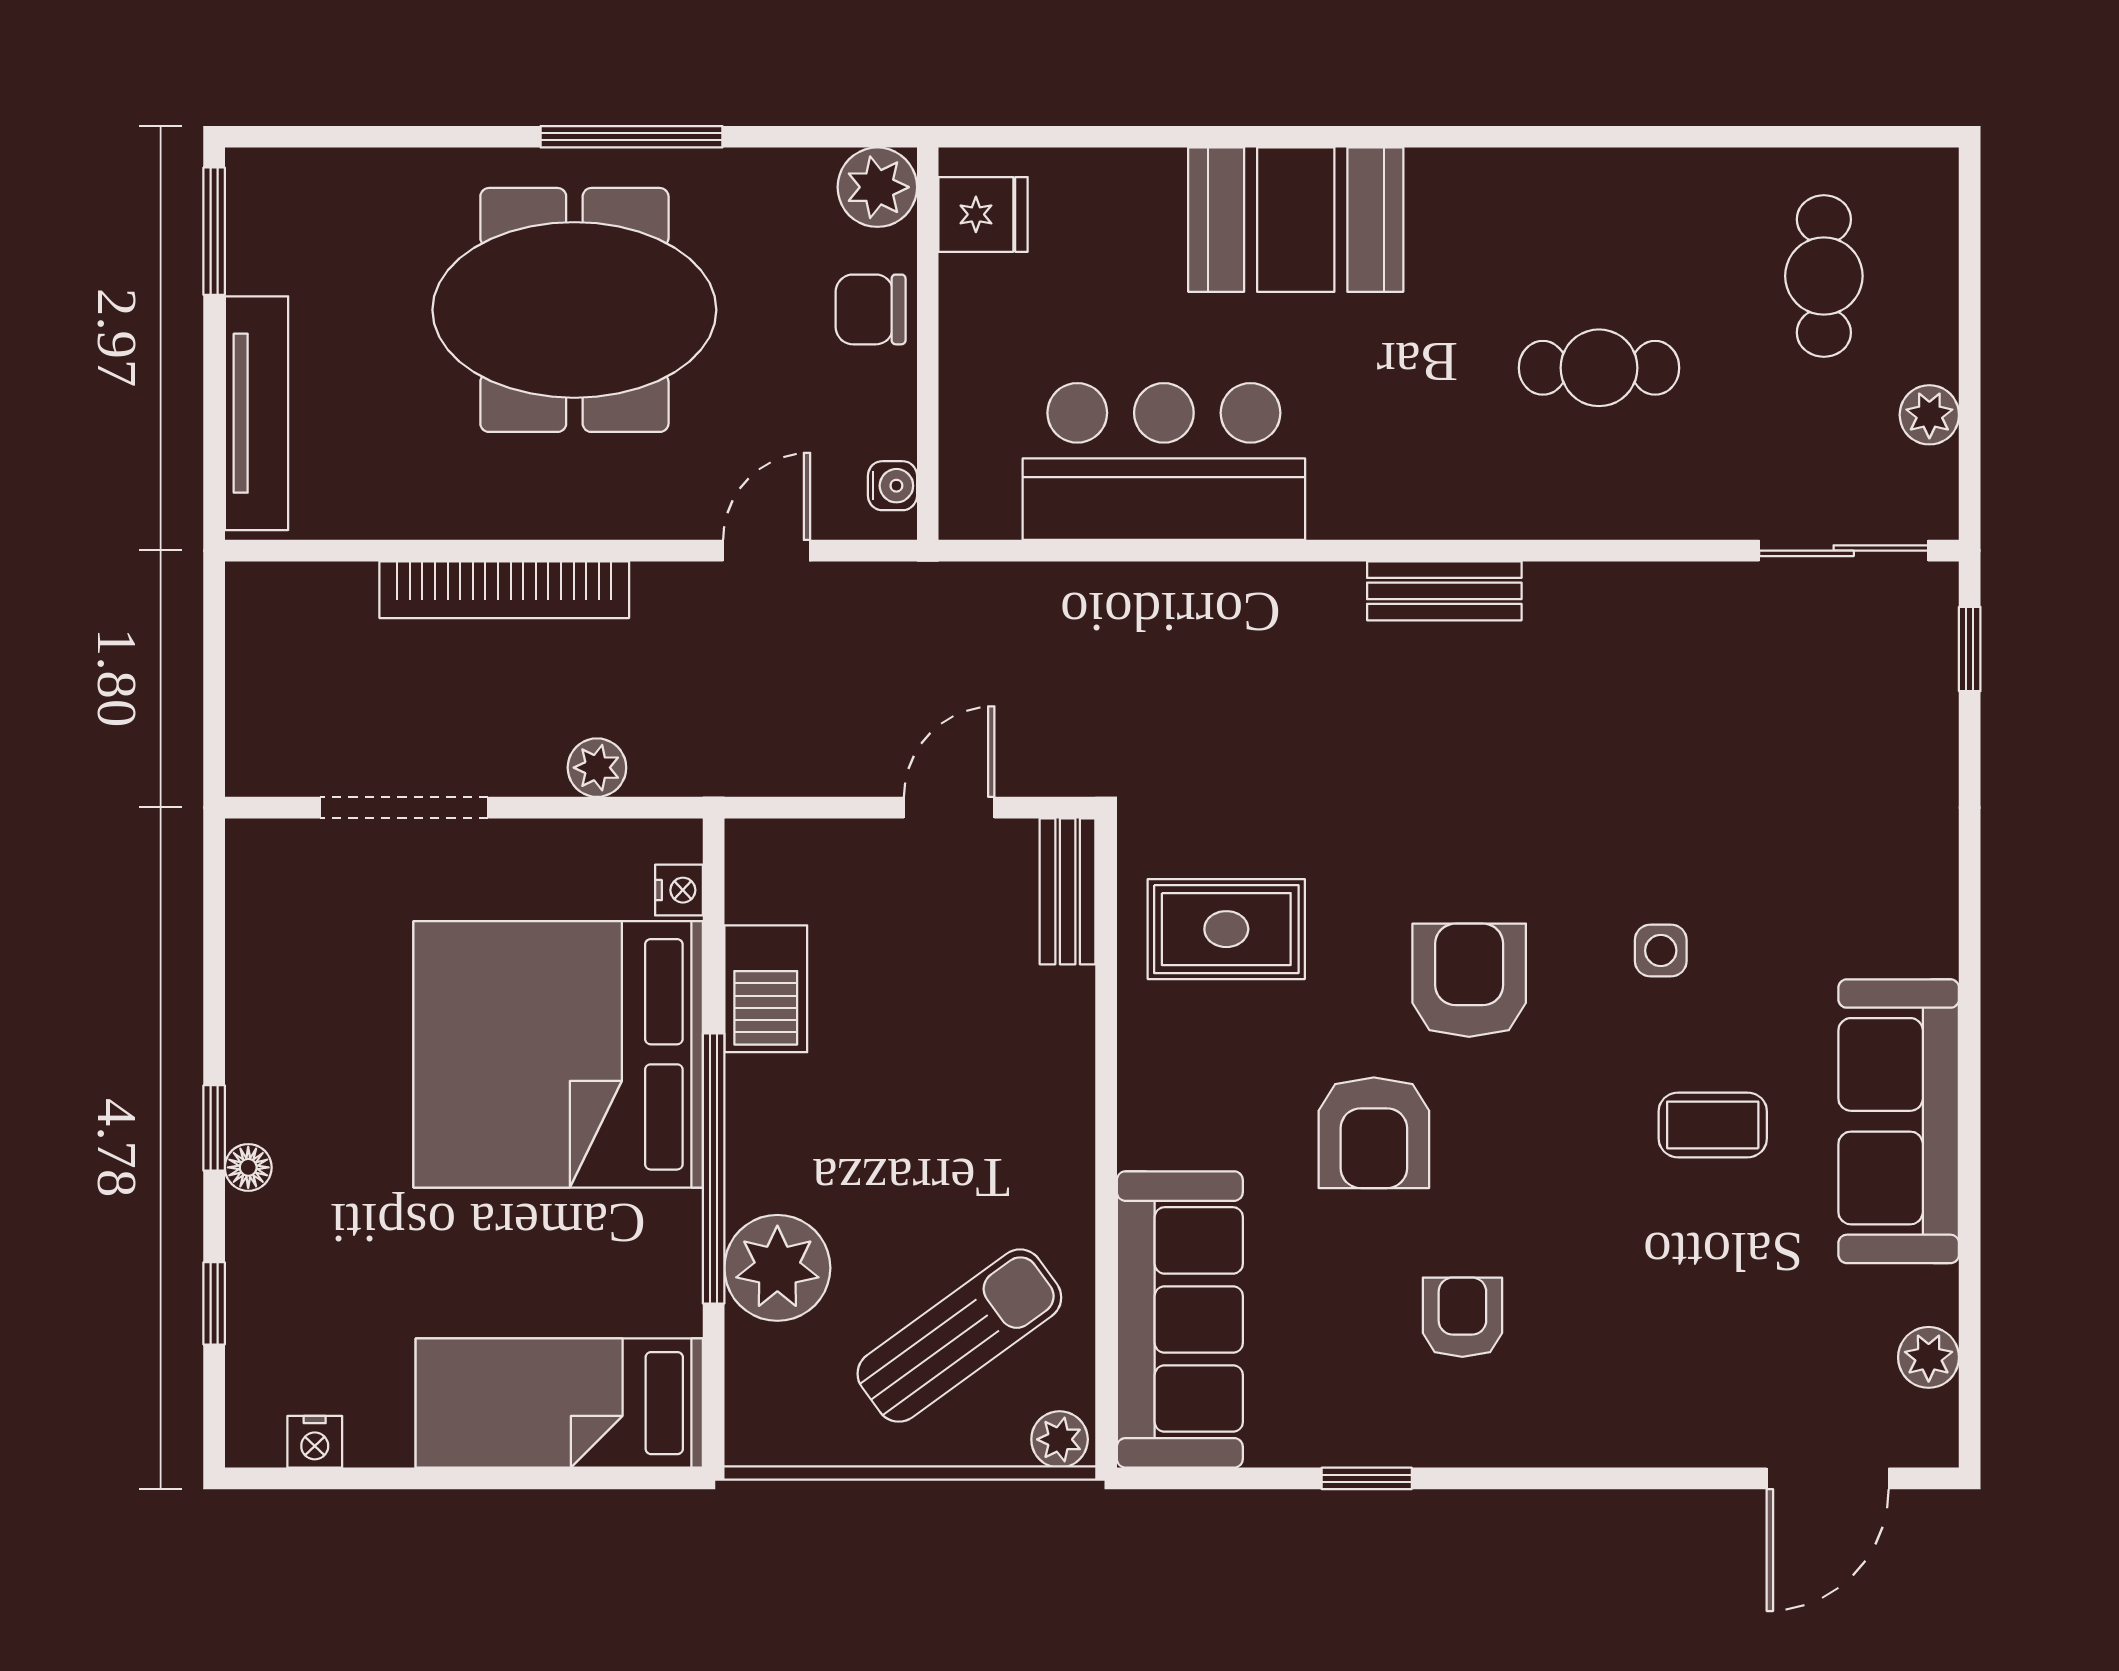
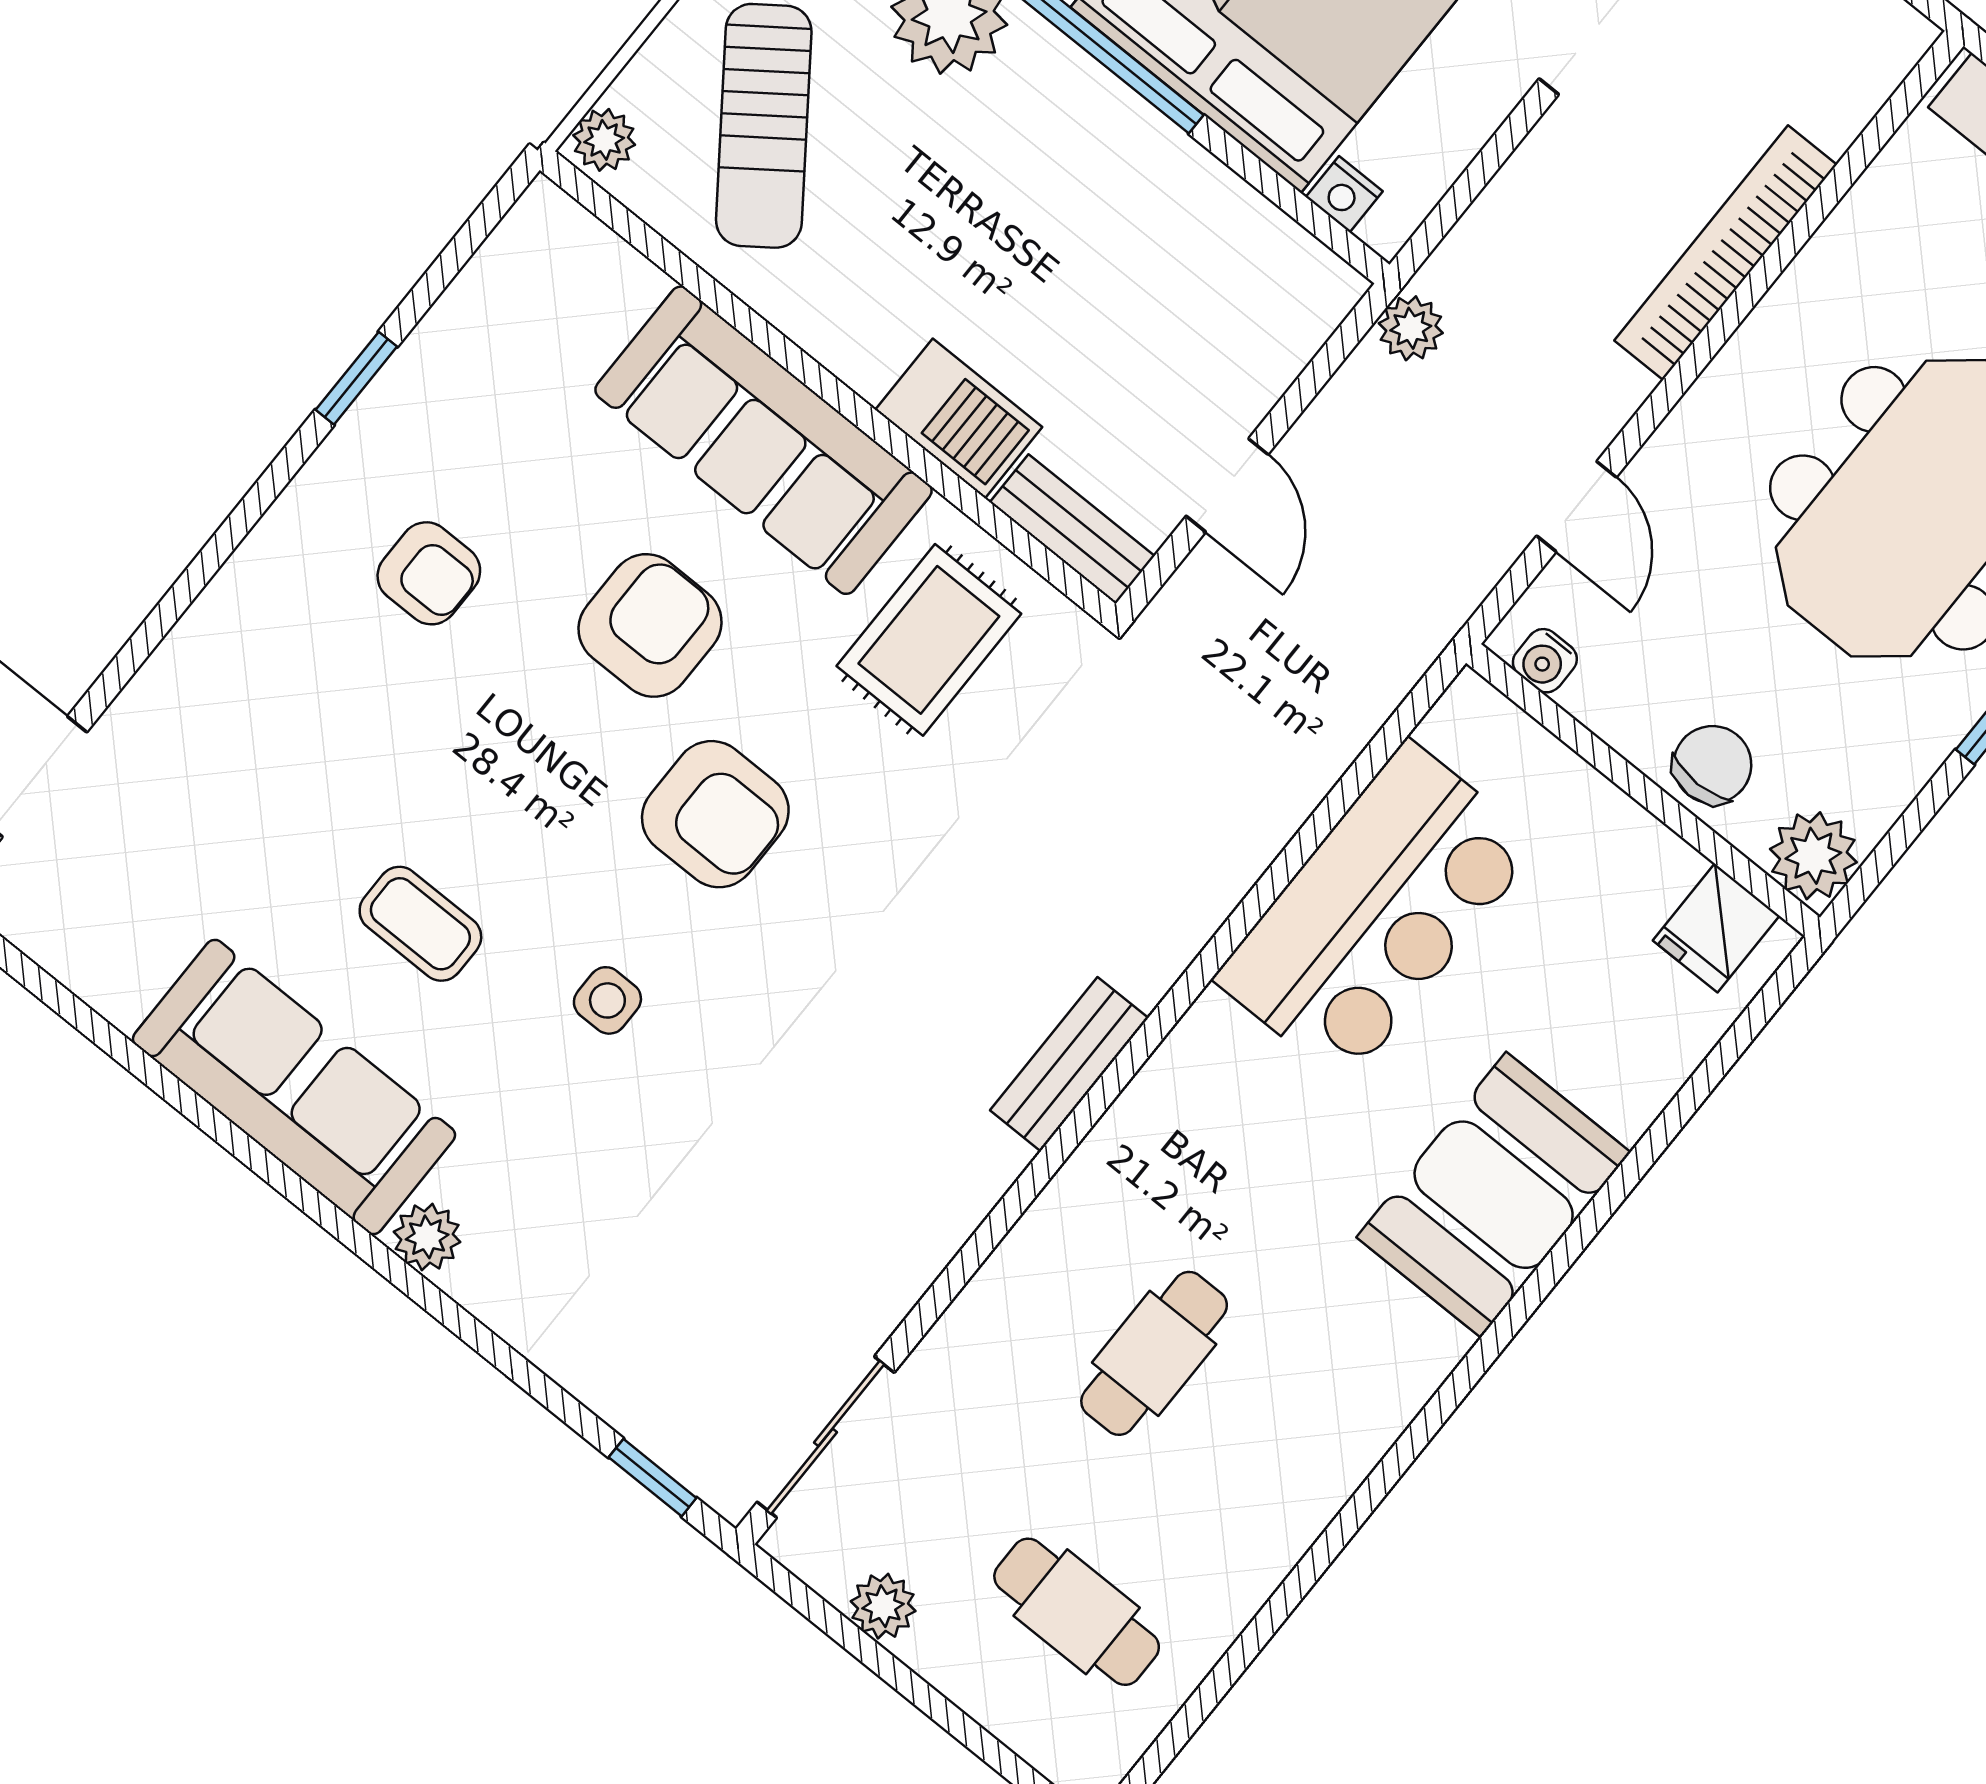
plant: (597, 768) -> (1411, 328), moved
barbecue: (766, 989) -> (959, 418), moved, turned 180
coffee table: (1713, 1125) -> (420, 924), turned 90
armchair: (1374, 1133) -> (650, 625), turned 90
sofa: (1180, 1319) -> (763, 440), moved
plant: (1929, 1357) -> (427, 1237), moved

